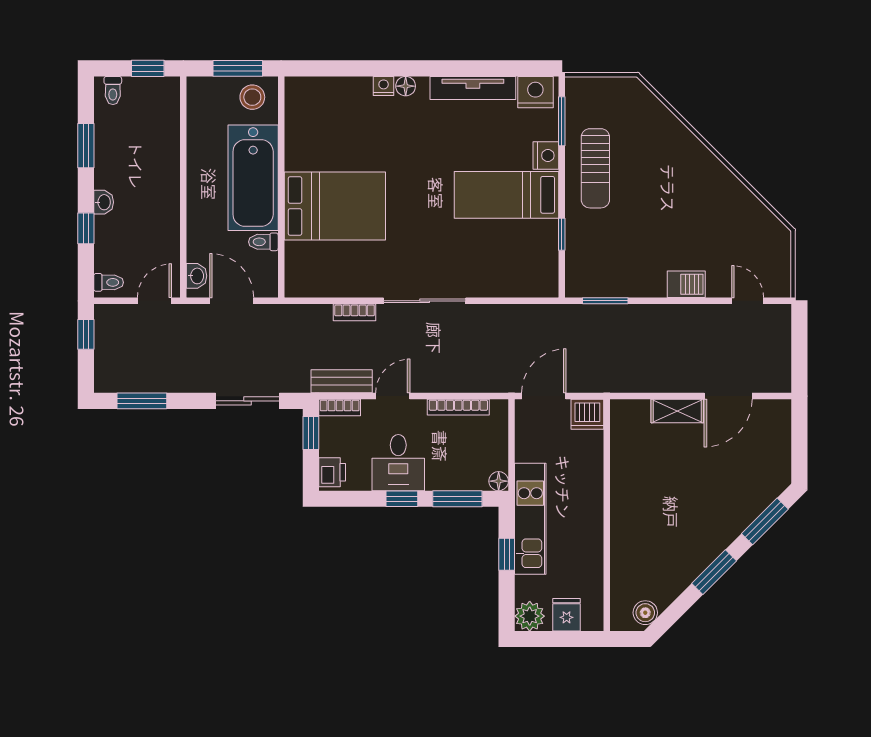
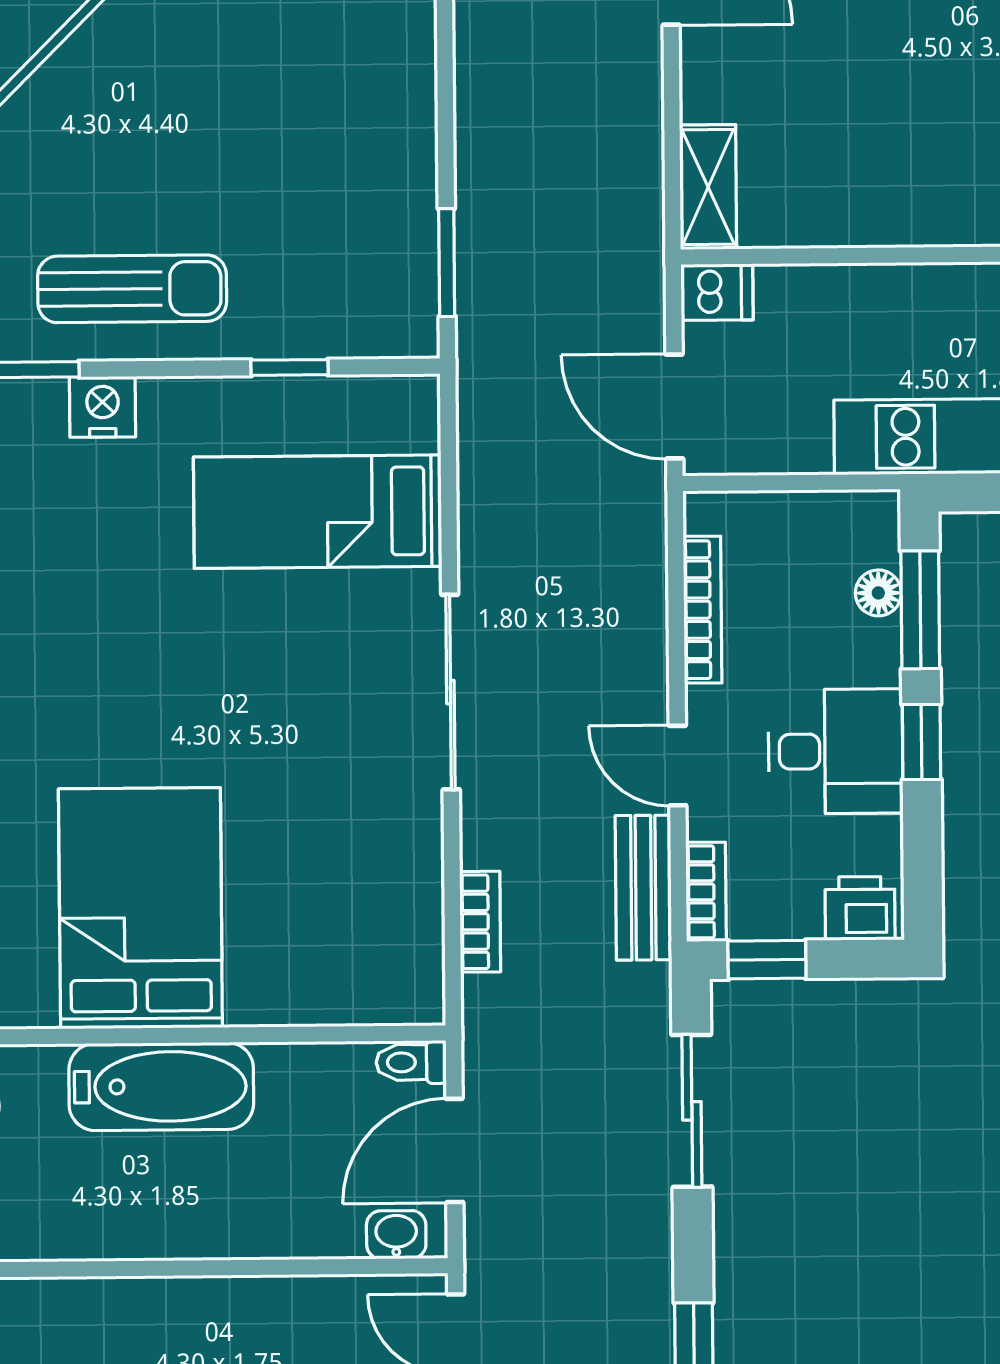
bathtub: (253, 178) -> (161, 1086), width x0.73, depth x0.73
bed: (507, 195) -> (318, 512), moved, turned 90
bed: (335, 206) -> (140, 908), moved
toilet: (263, 242) -> (411, 1062), moved, turned 90
barbecue: (686, 284) -> (406, 70), removed
bookcase: (355, 312) -> (480, 922), moved
shelving: (677, 411) -> (708, 187), moved
dishwasher: (587, 414) -> (717, 292), width x0.73
floor lamp: (499, 481) -> (878, 593), moved

